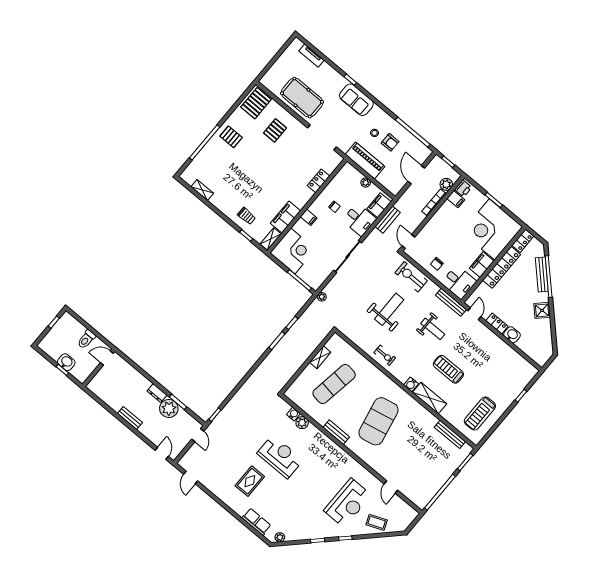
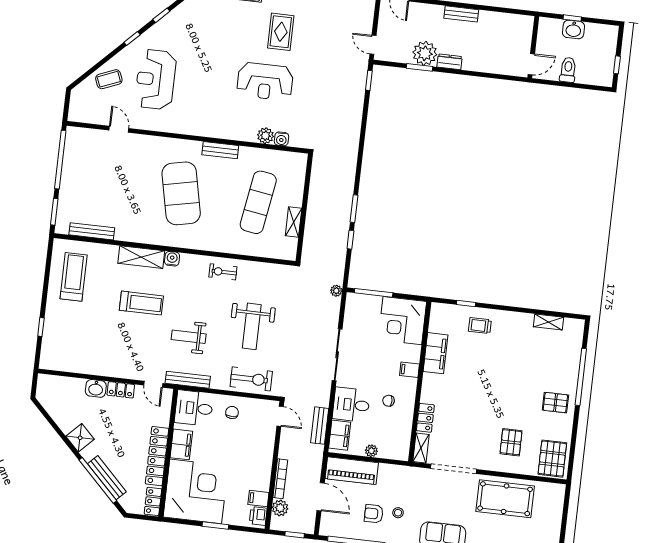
piano: (365, 160) -> (352, 471), moved
shelving: (271, 239) -> (421, 448), moved

